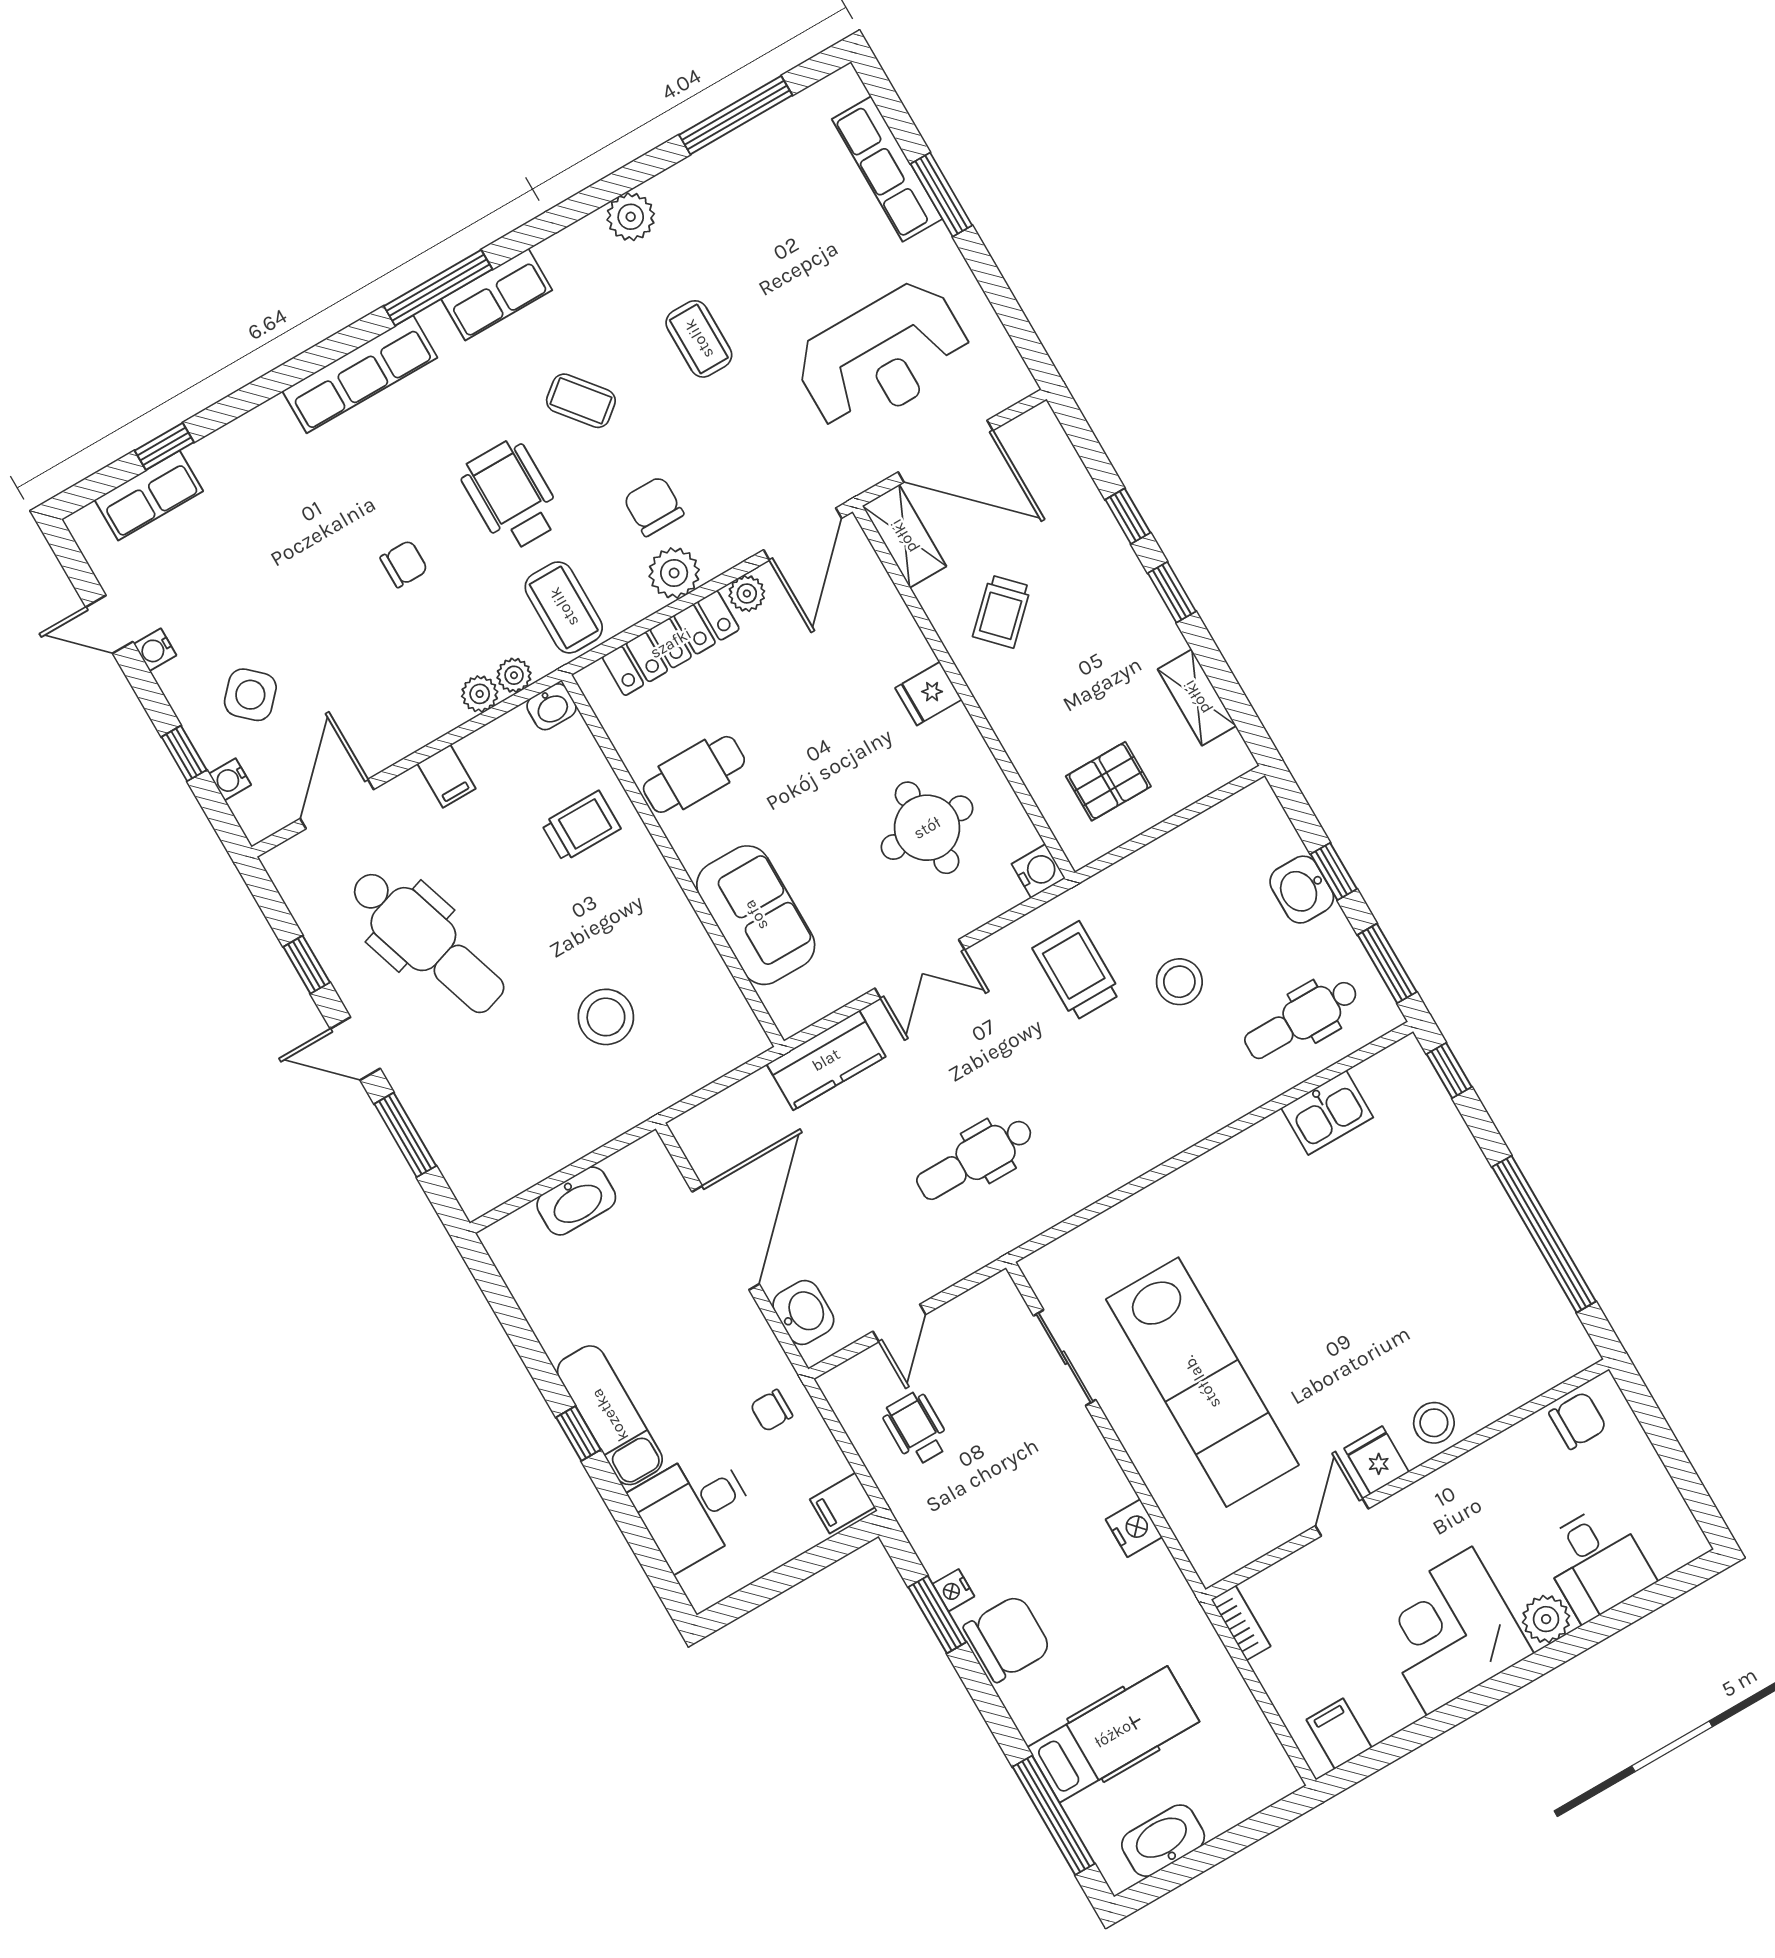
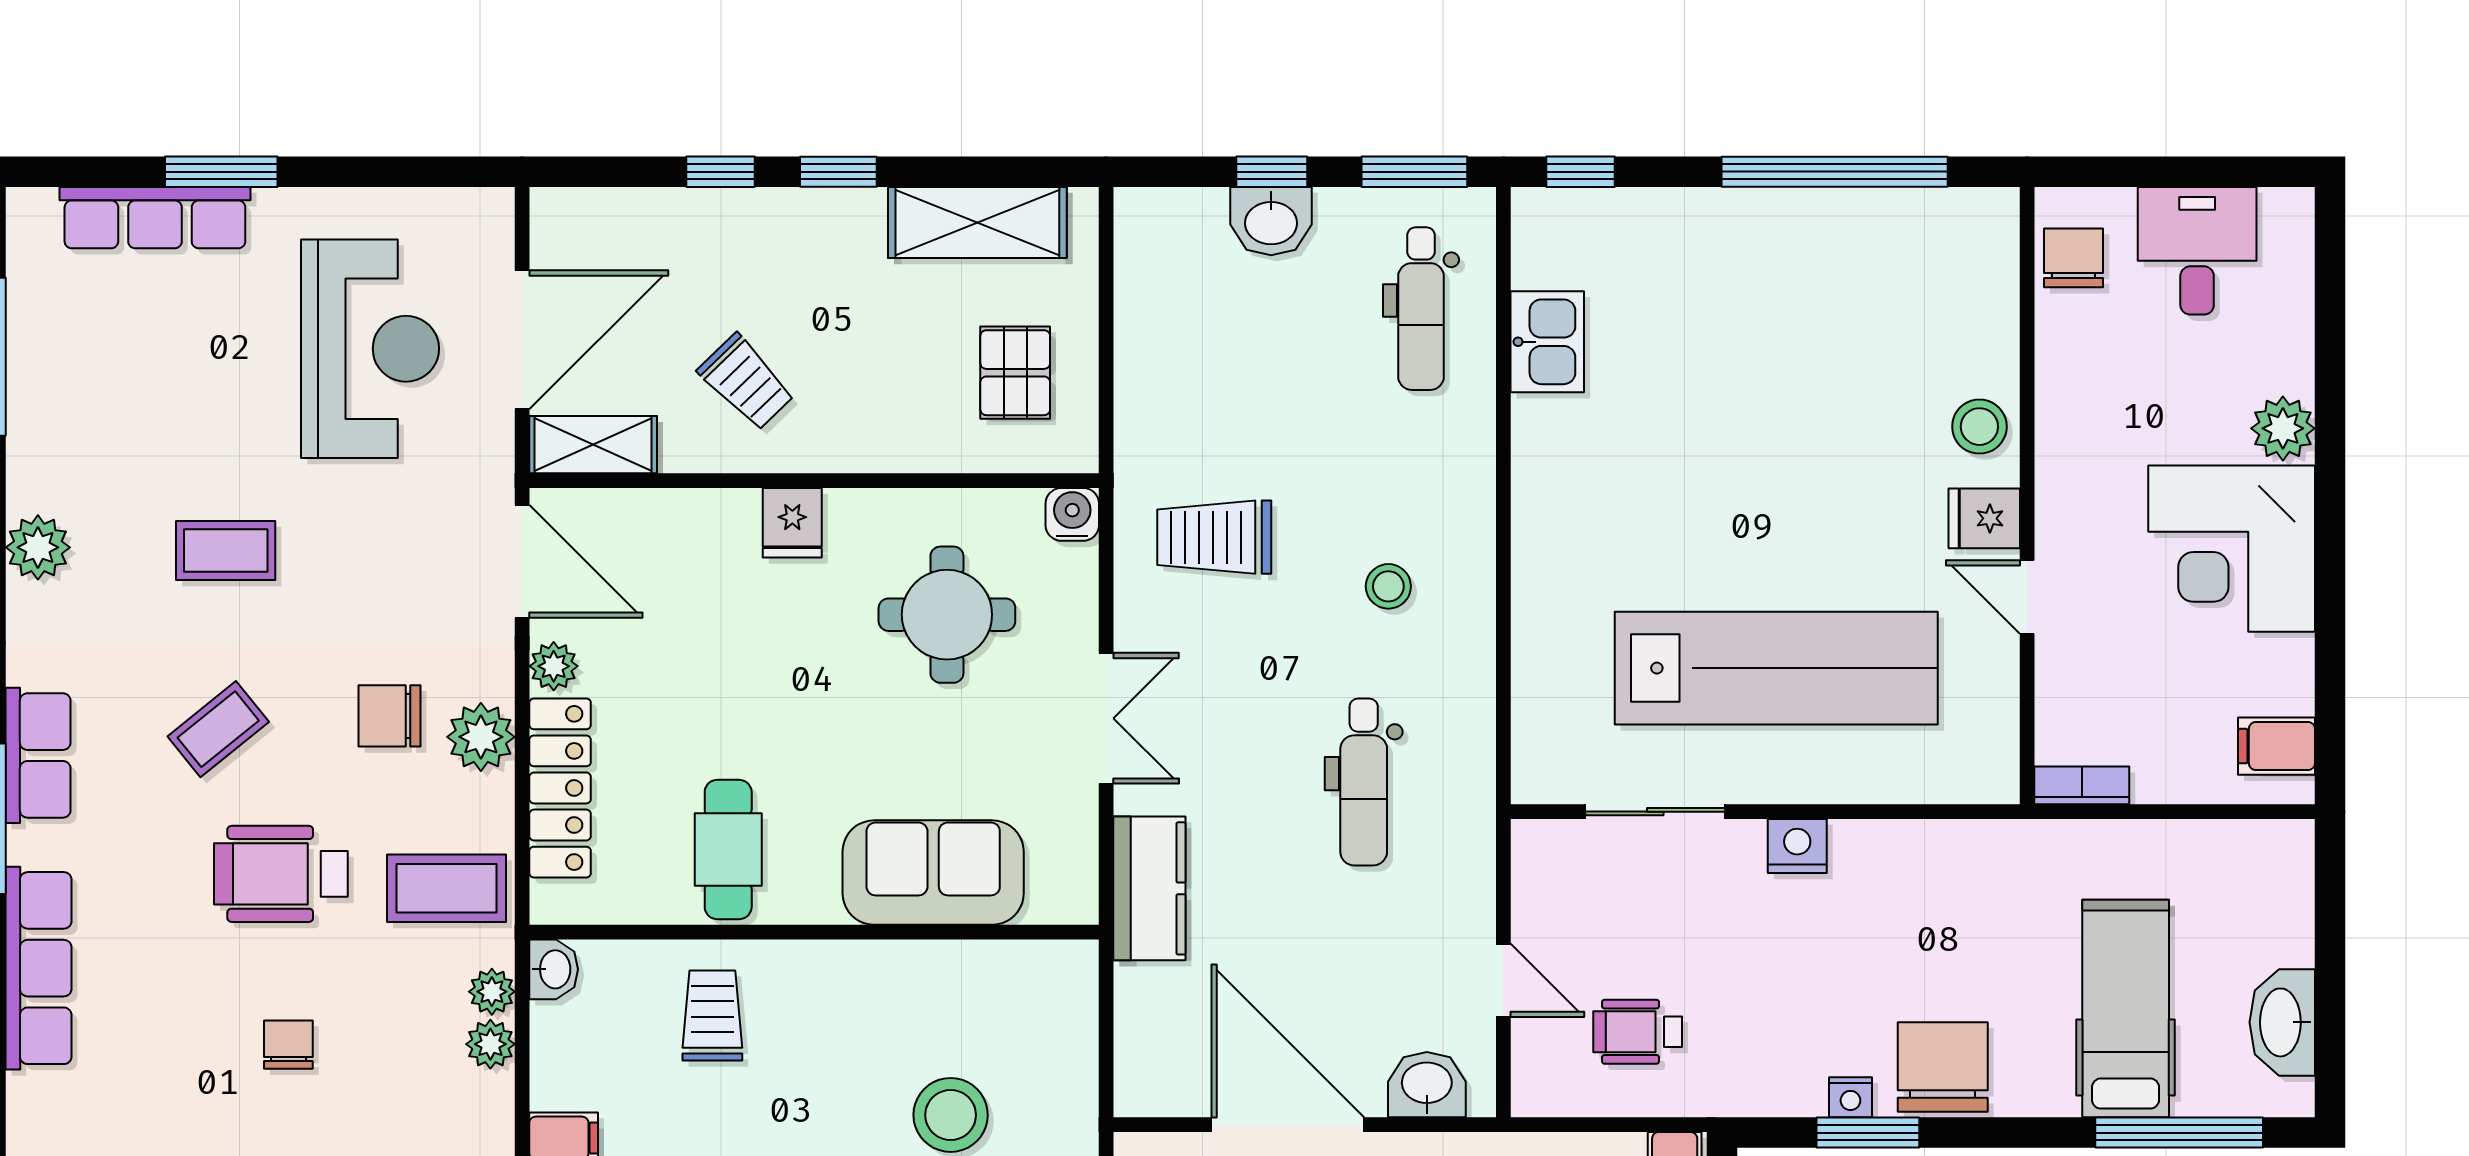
shelving: (1197, 697) -> (977, 222), width x1.50, depth x1.33
stool: (1179, 982) -> (1388, 586), moved, width x0.73, depth x0.73
nightstand: (1134, 1528) -> (1797, 846), moved
desk: (1596, 1563) -> (2197, 251), moved, turned -90

